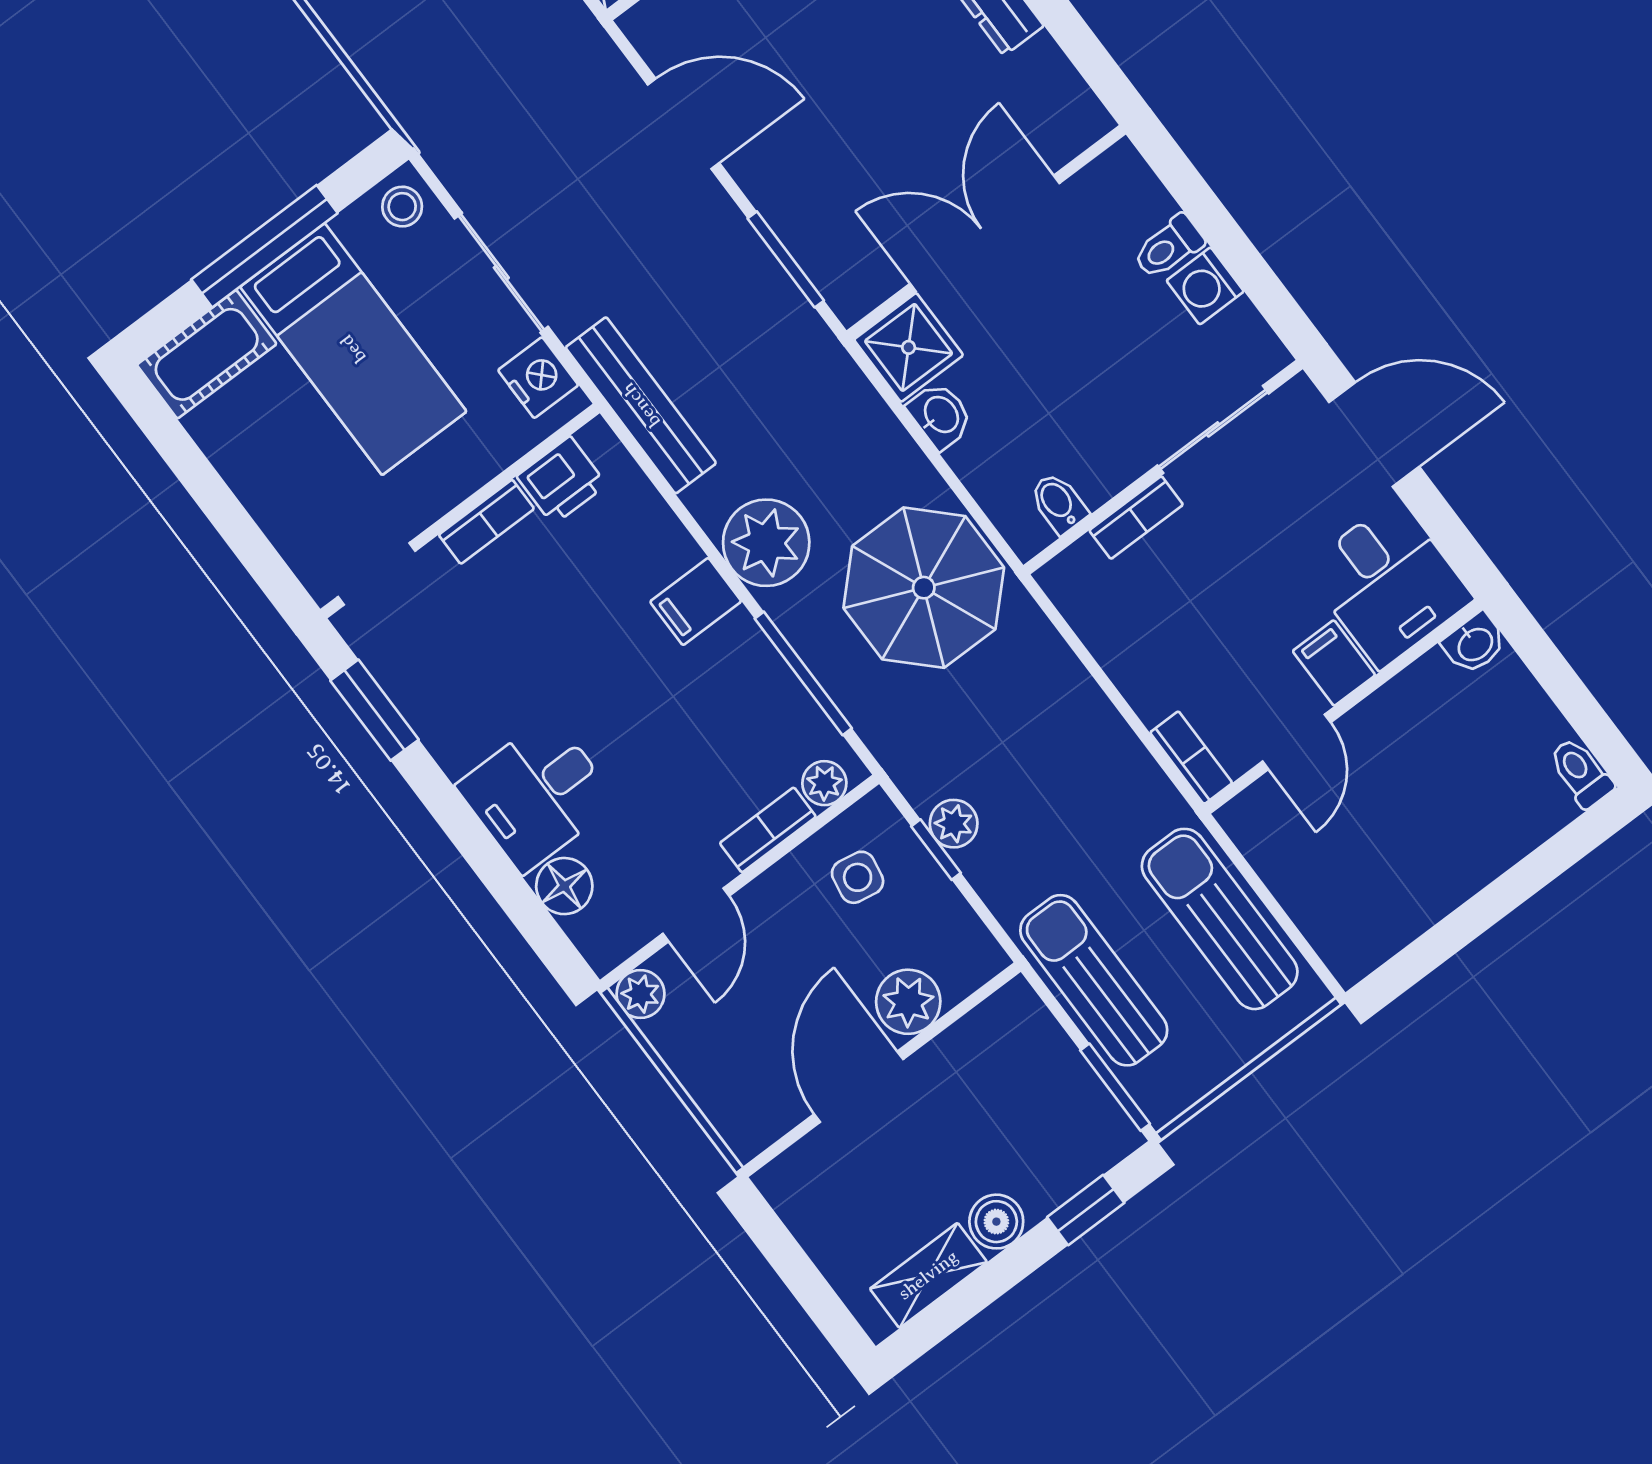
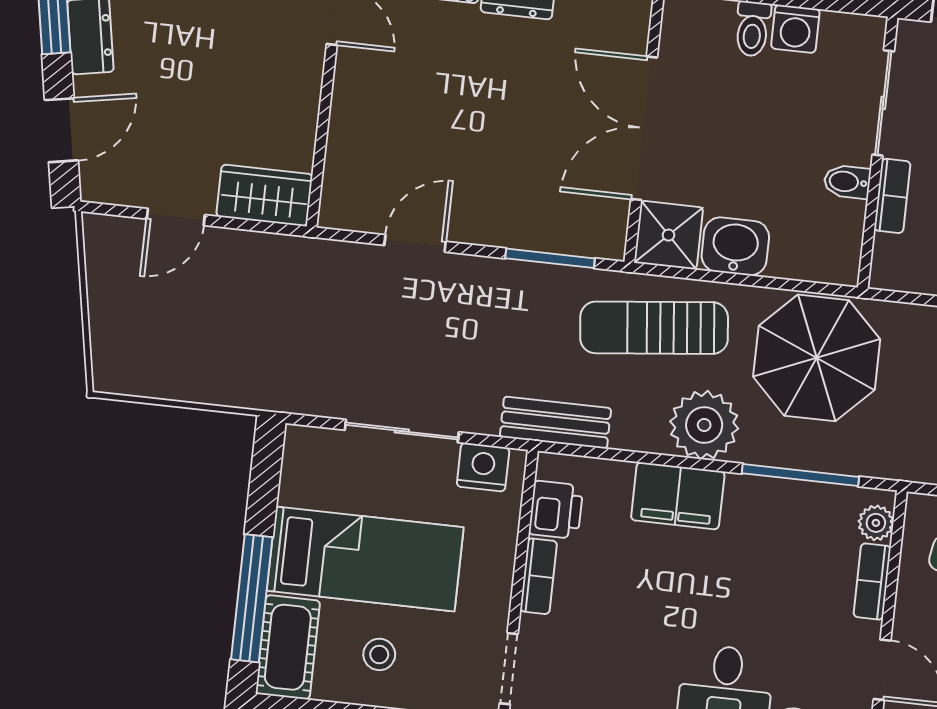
door: (684, 124) -> (415, 243), width x0.73
stool: (402, 207) -> (379, 654), moved
window: (264, 246) -> (252, 598), moved
bench: (641, 405) -> (555, 423), width x0.73
sun lounger: (812, 414) -> (654, 328), added
washbasin: (940, 415) -> (735, 246), width x1.38, depth x1.45
bidet: (1059, 503) -> (847, 182), moved
filing cabinet: (696, 601) -> (678, 496), width x2.00

